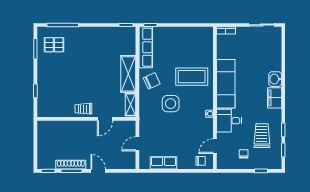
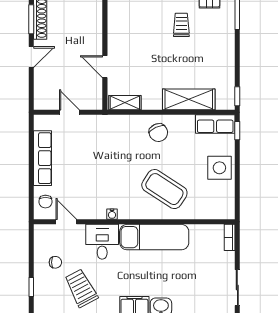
row of seats: (146, 47) -> (215, 124), width x0.68
shelving: (128, 74) -> (189, 99), moved
coffee table: (192, 77) -> (164, 189), turned -57
side table: (171, 104) -> (219, 168), moved
trolley: (83, 109) -> (181, 25), moved
trolley: (262, 136) -> (81, 288), turned -118
row of seats: (164, 163) -> (43, 158), width x1.48

